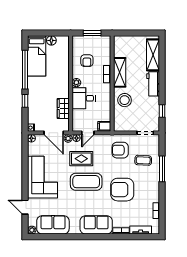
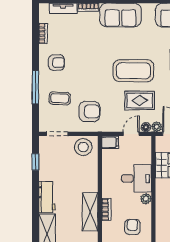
stool: (125, 100) -> (83, 147), moved
armchair: (122, 190) -> (57, 63), moved, width x0.53, depth x0.53

